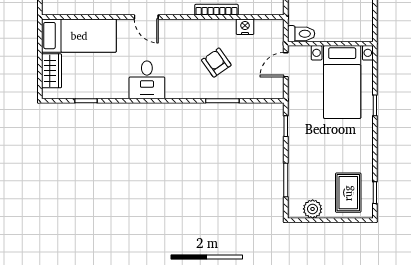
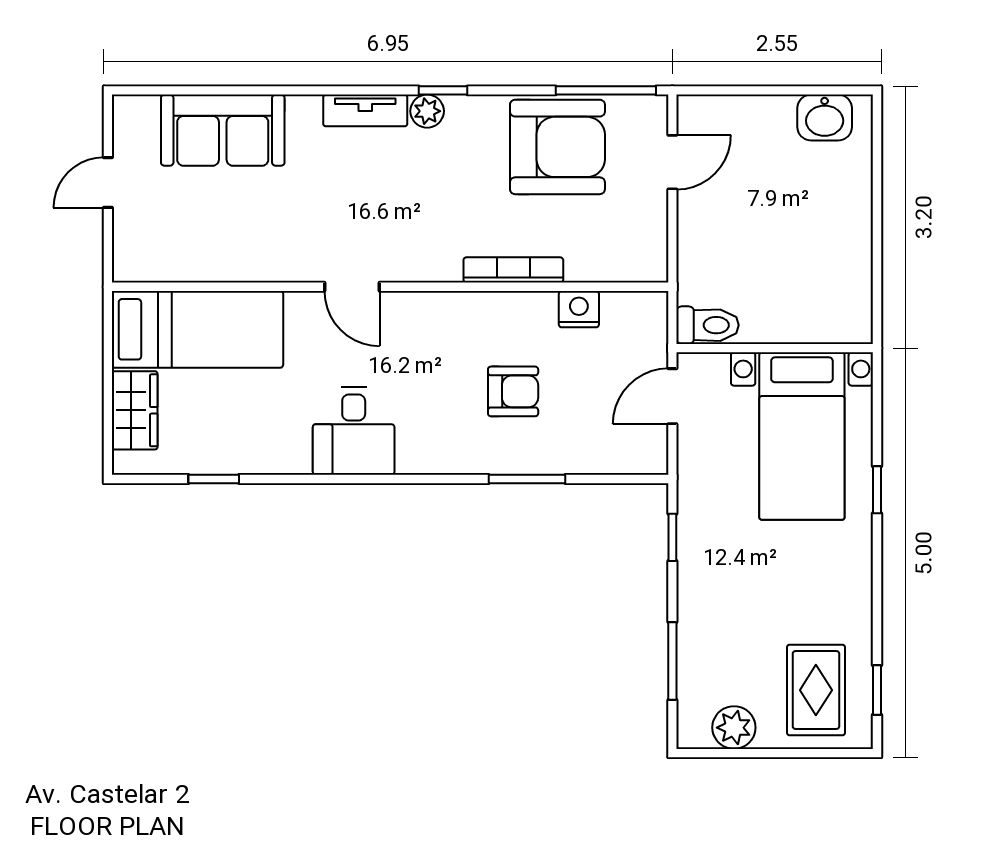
armchair: (216, 63) -> (513, 391), turned 125

